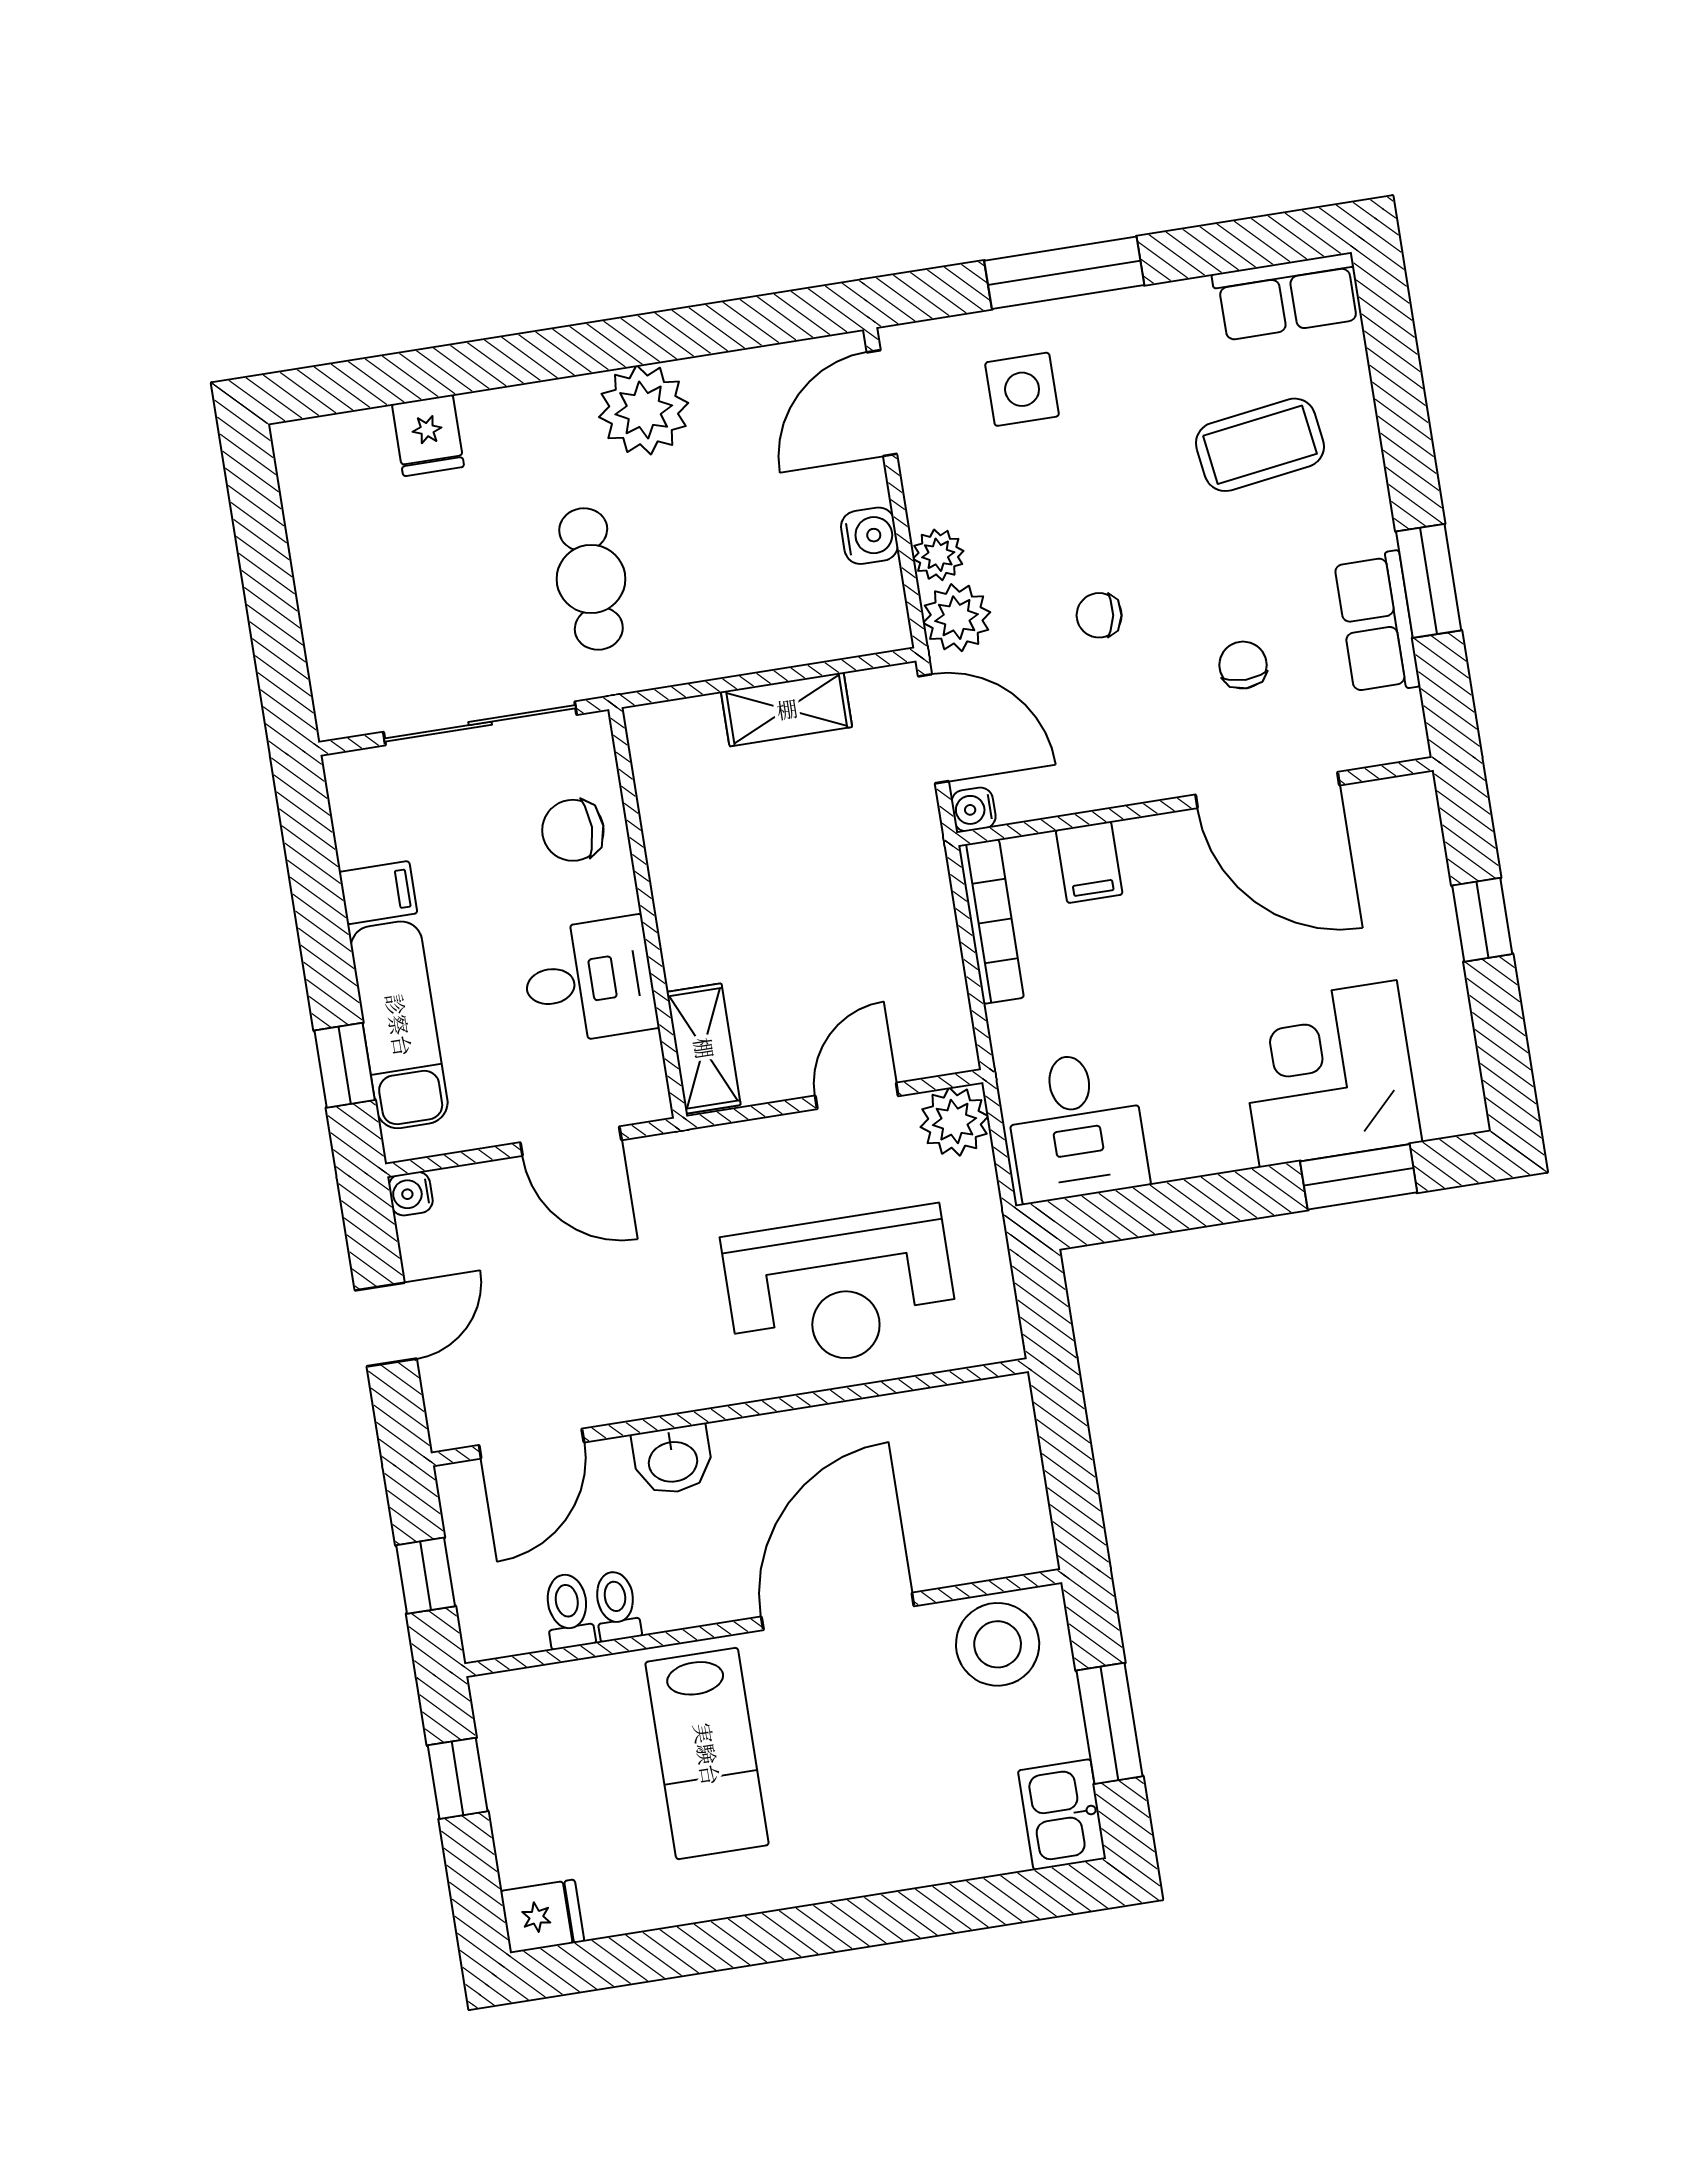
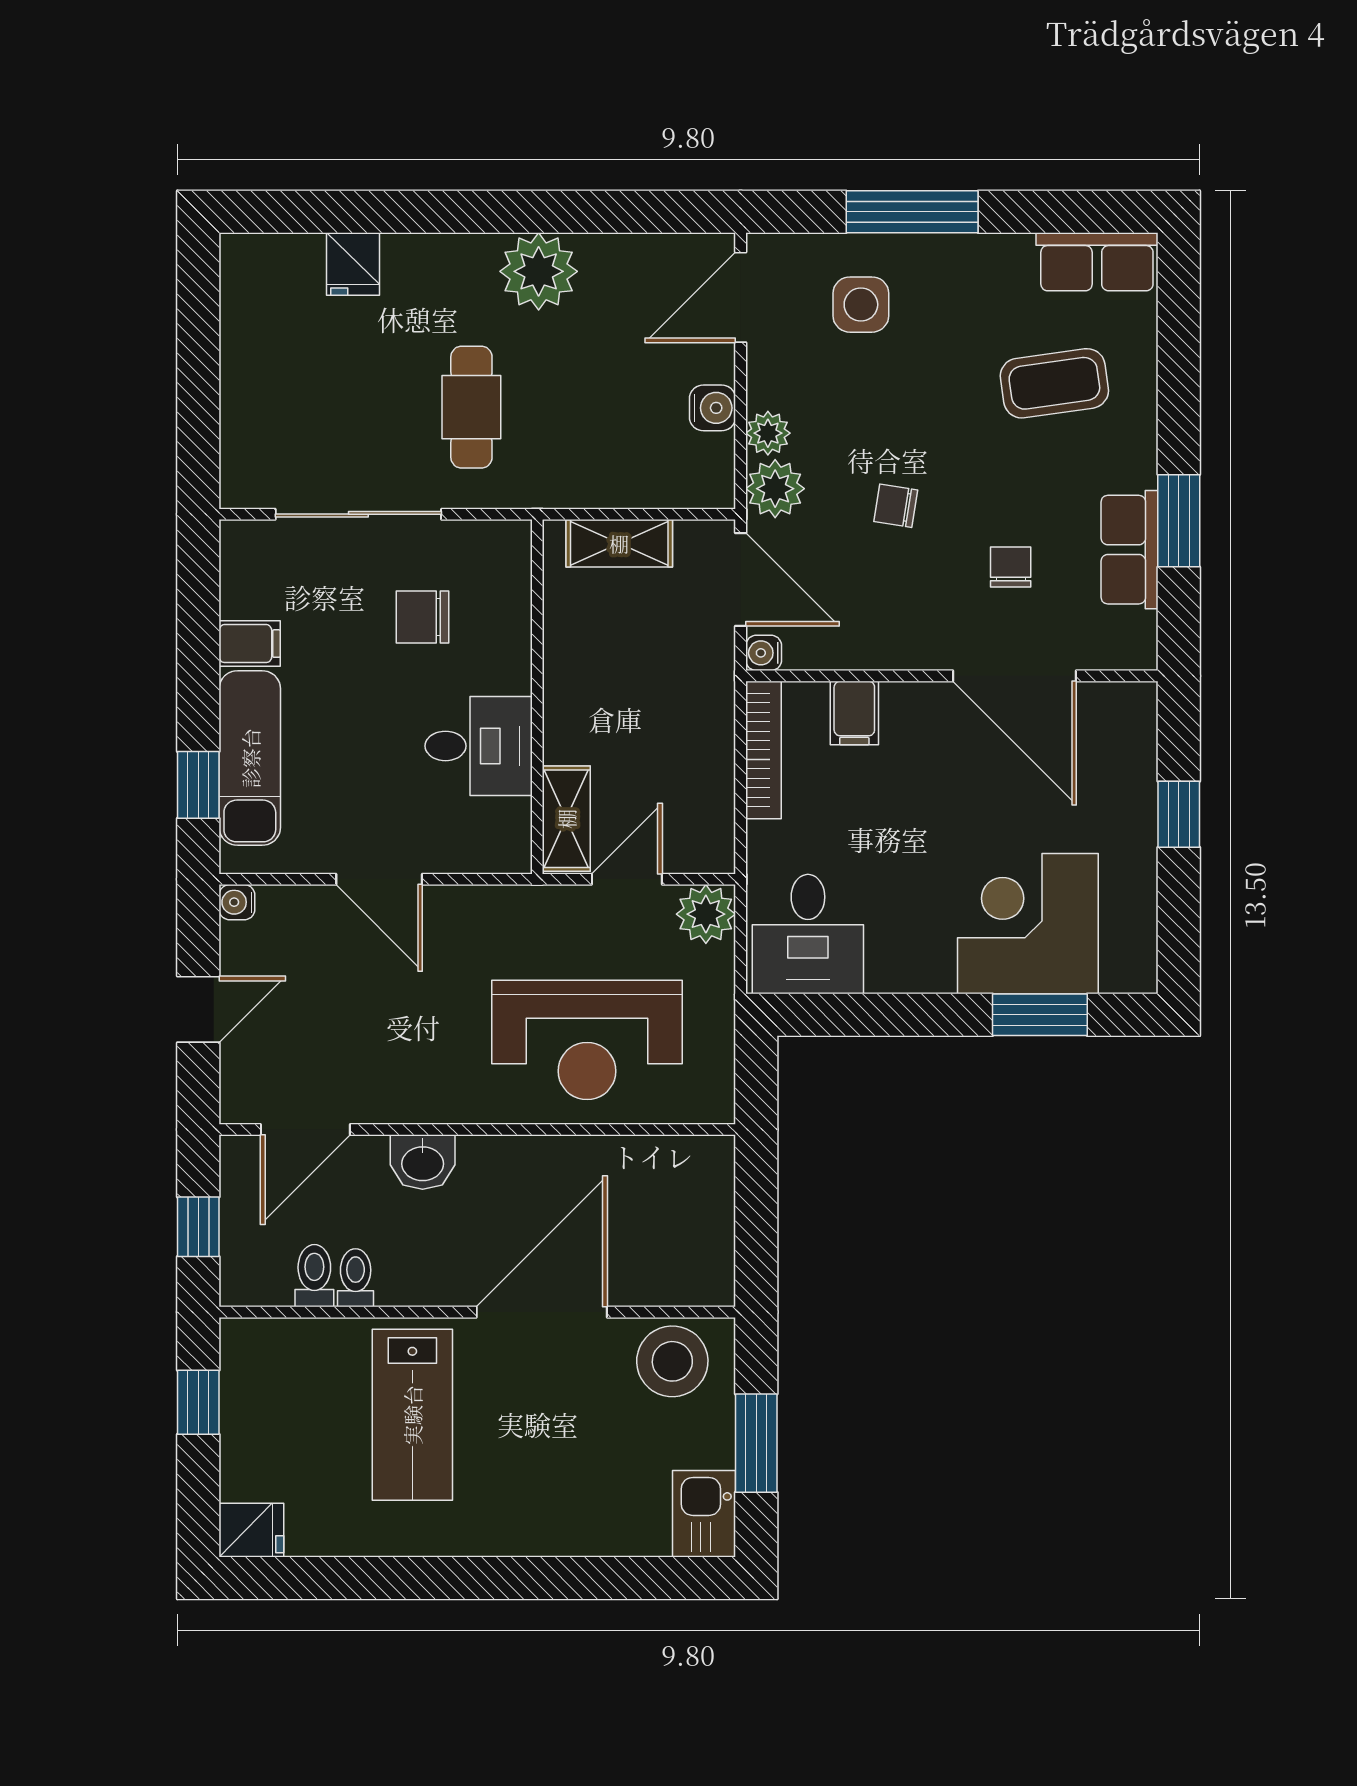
wall: (648, 913) -> (537, 697), moved
desk: (589, 981) -> (479, 746), moved
shelving: (704, 1048) -> (566, 819), moved

